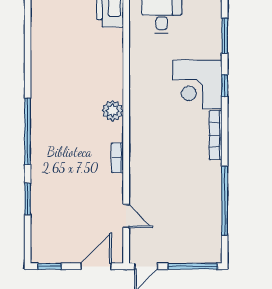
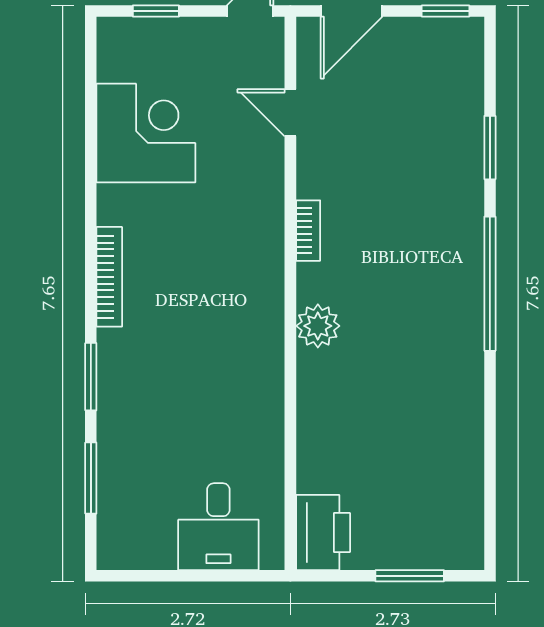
corner desk: (198, 84) -> (146, 133), moved
window: (225, 86) -> (91, 377), width x1.50
window: (225, 201) -> (91, 144), removed
window: (193, 266) -> (156, 11), width x0.46

